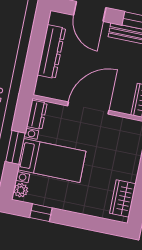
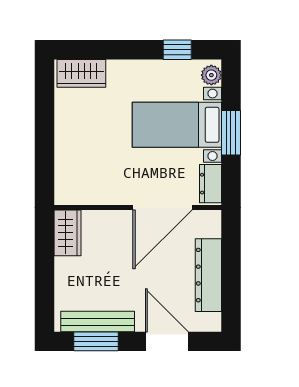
door: (88, 108) -> (162, 208), moved
wardrobe: (123, 198) -> (81, 73), moved, turned 90

